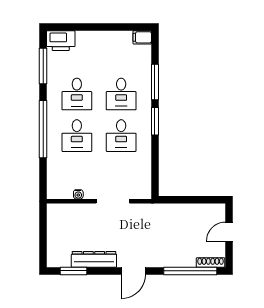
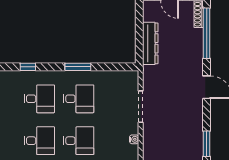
window: (155, 82) -> (28, 67), width x0.46
window: (155, 121) -> (78, 67), moved
dresser: (94, 259) -> (150, 43), moved, turned 180

